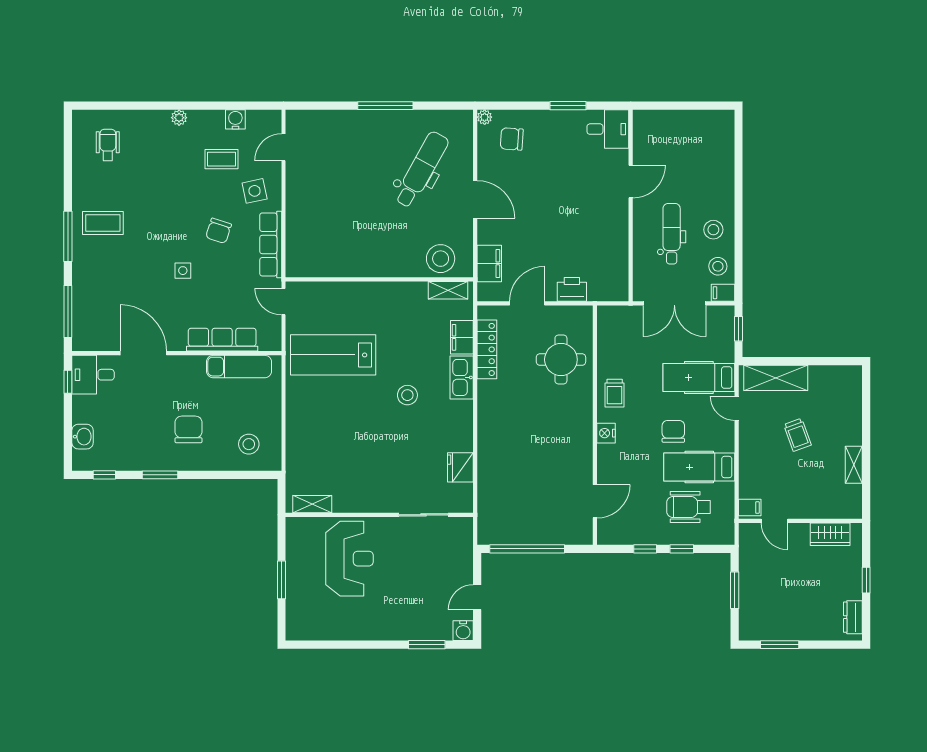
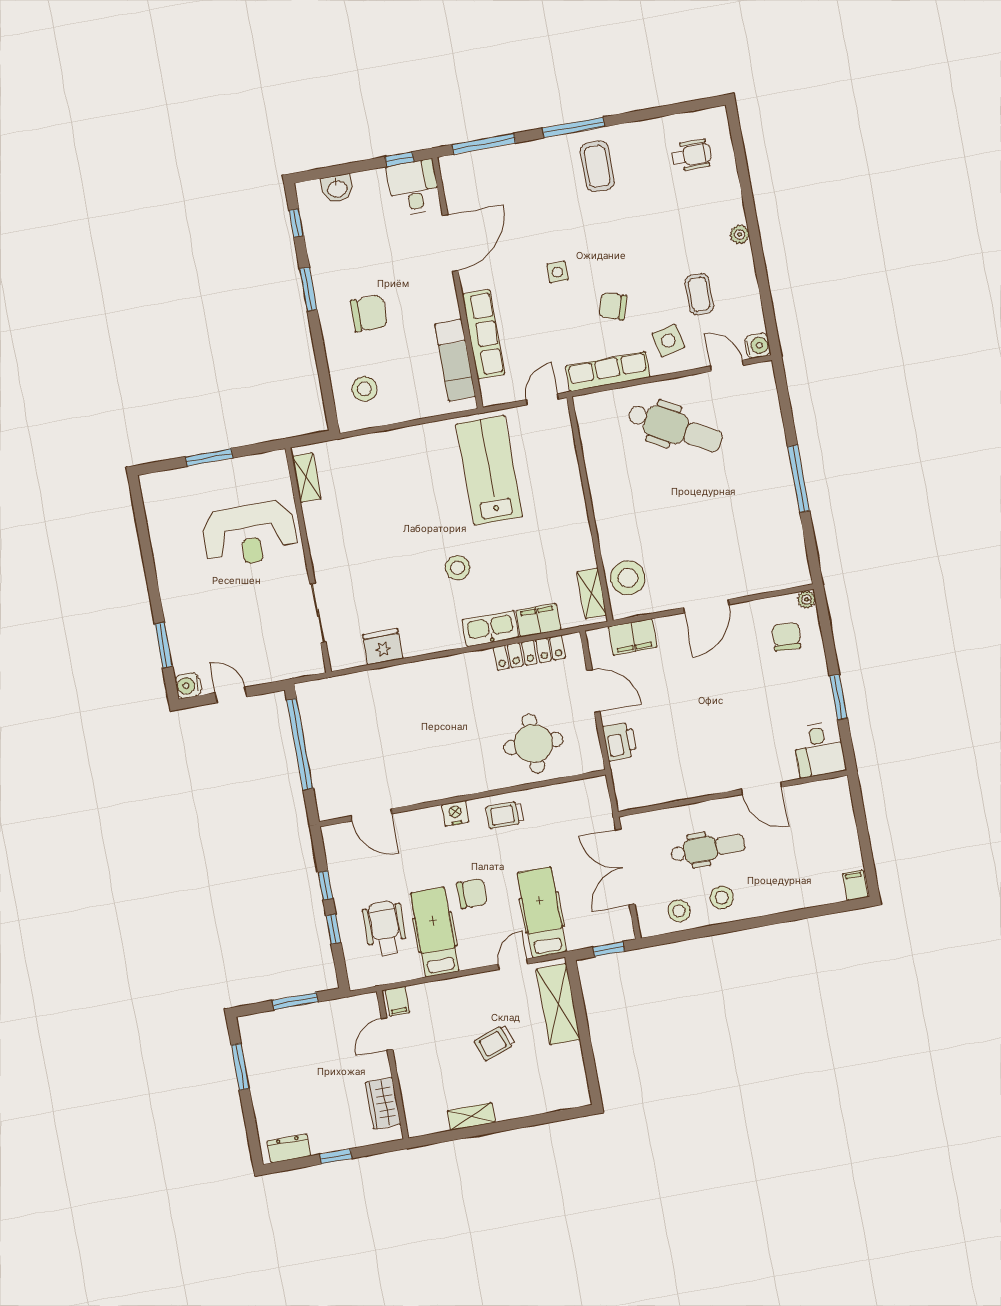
water cooler: (235, 119) -> (758, 346), moved
dental chair: (421, 170) -> (675, 428), moved
filing cabinet: (723, 293) -> (855, 885), moved

